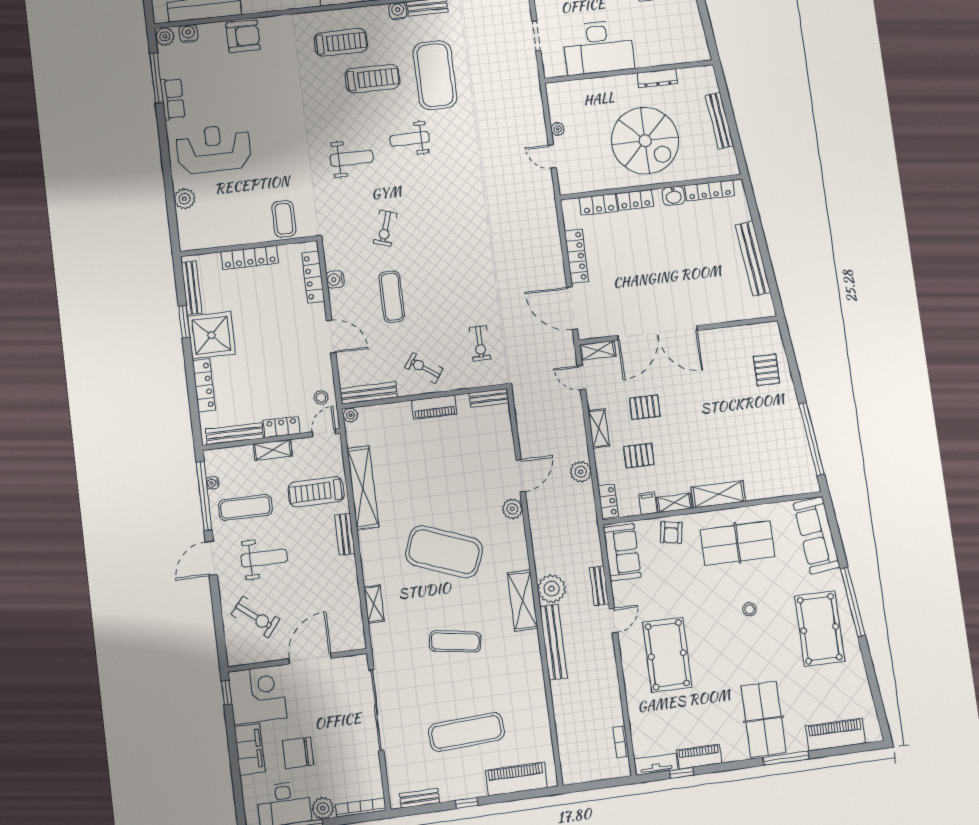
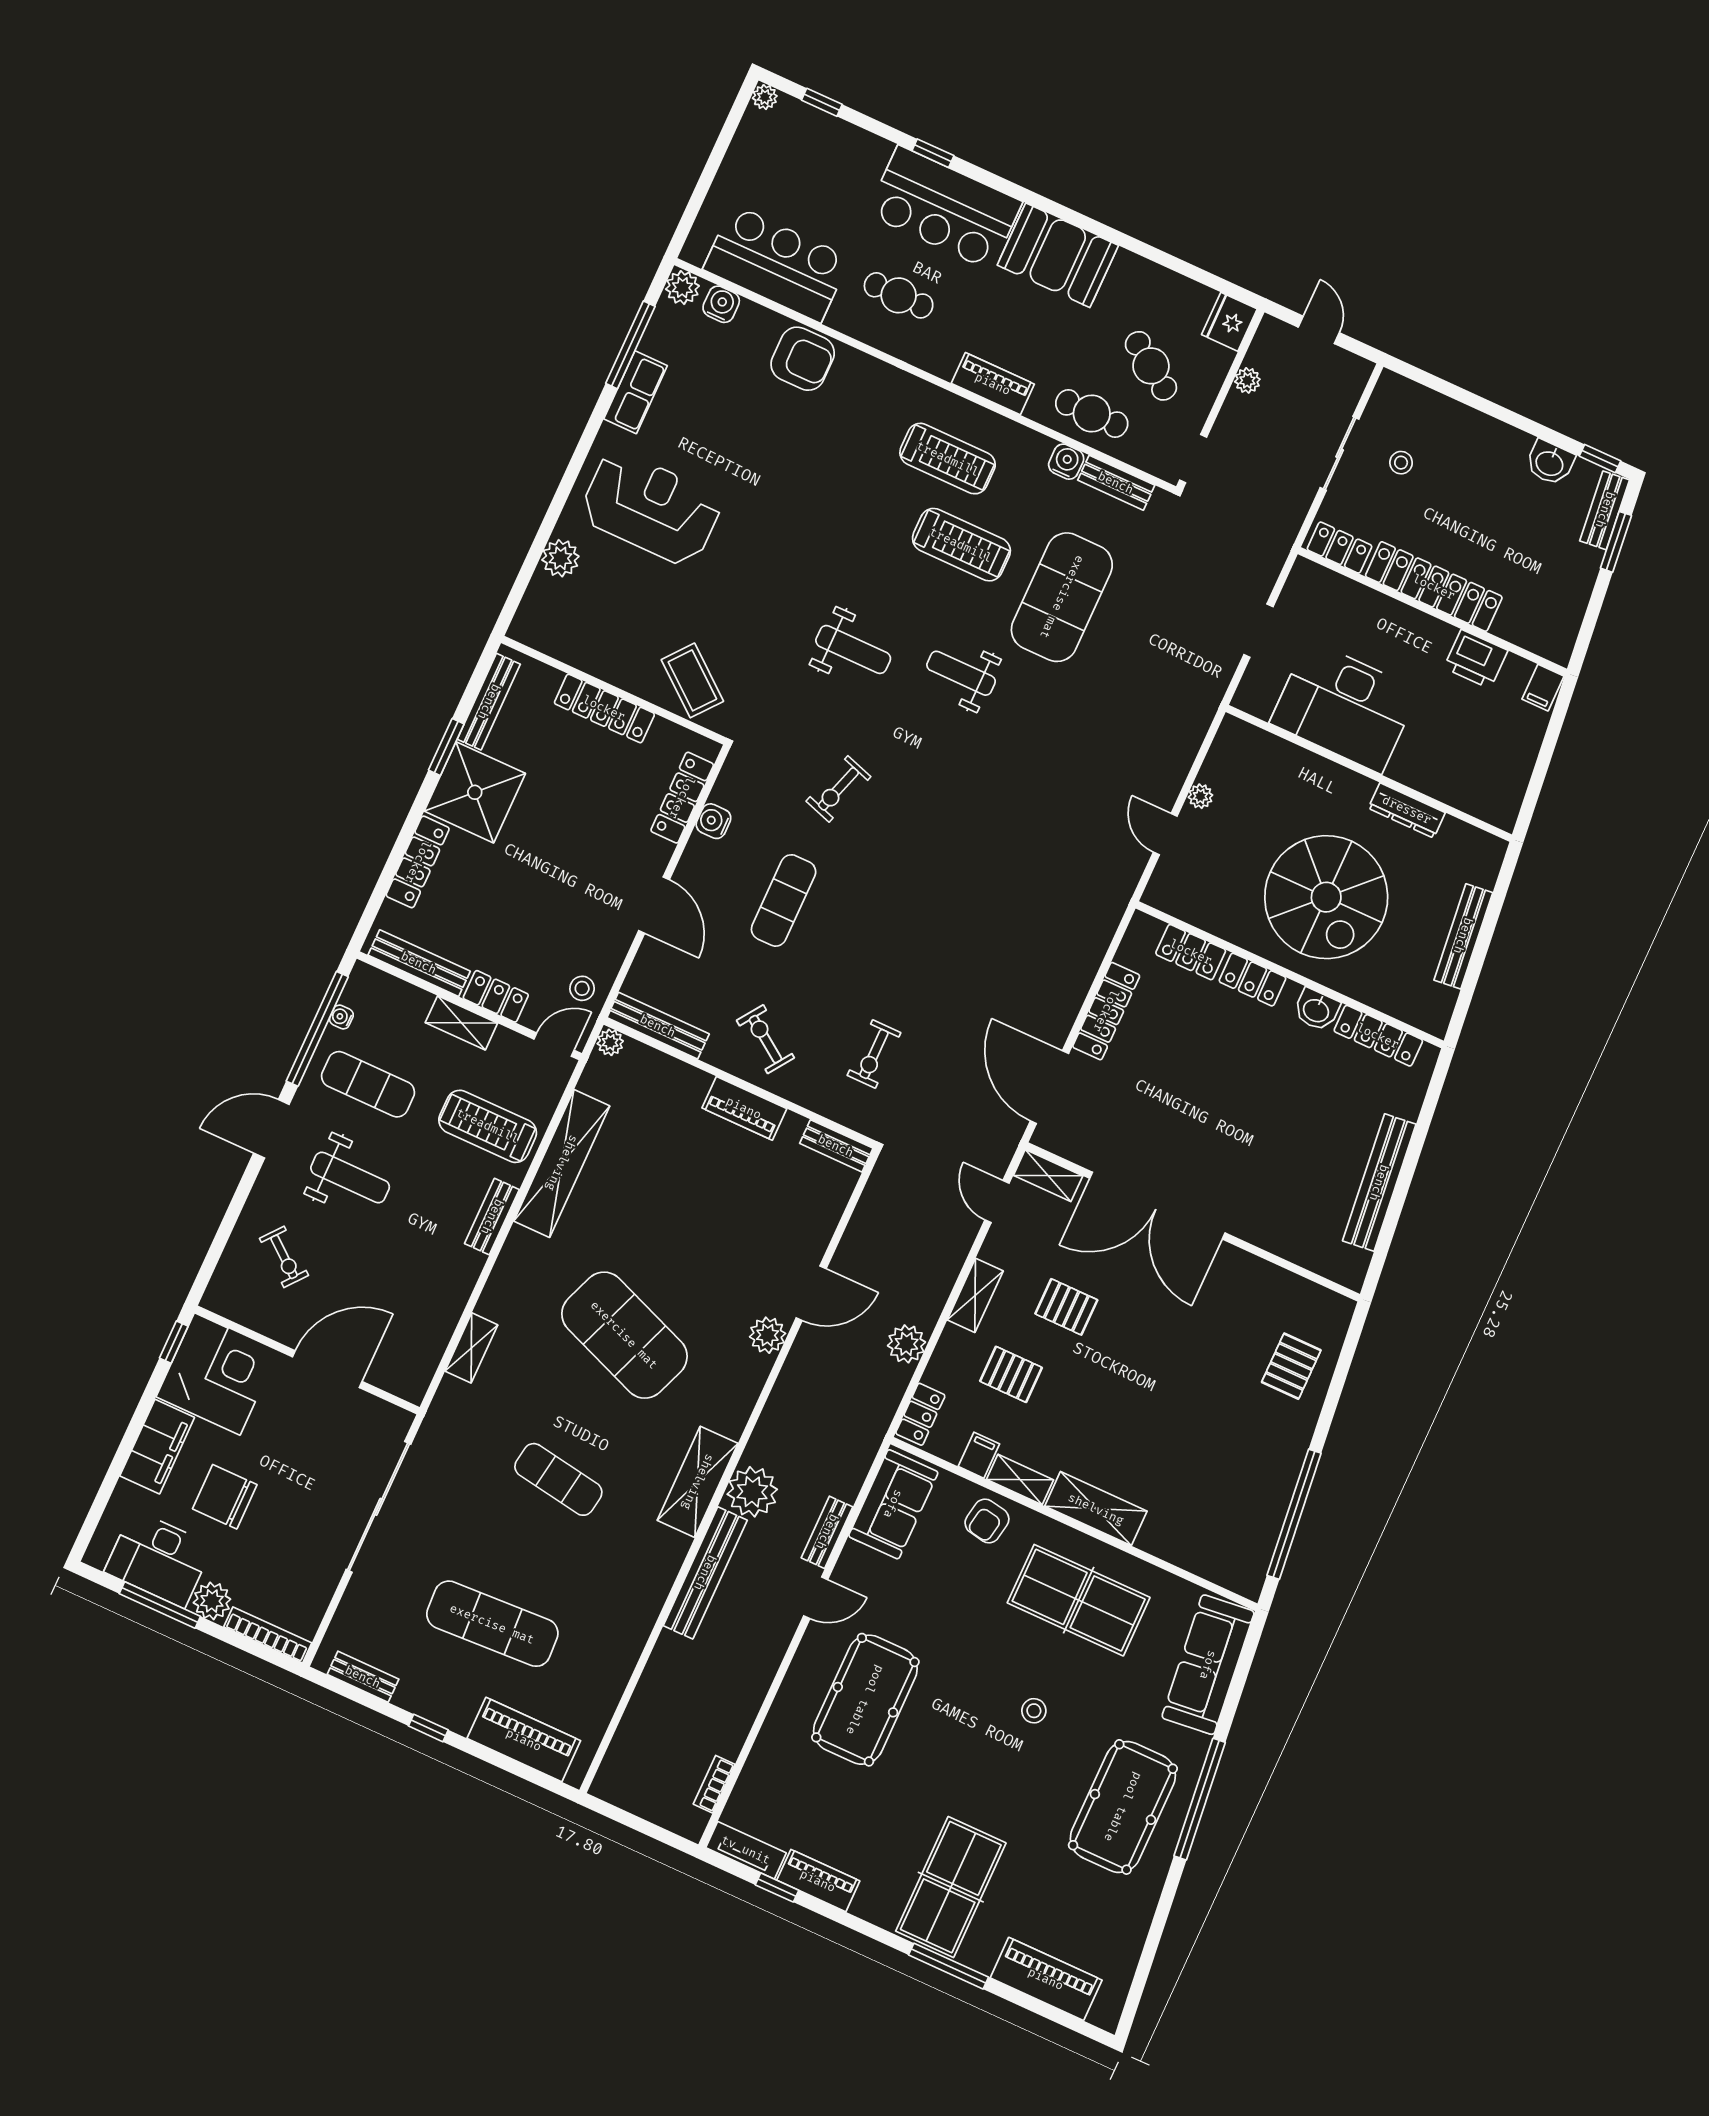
coffee table: (284, 219) -> (692, 680), turned -51
exercise bike: (255, 617) -> (284, 1257), width x0.73, depth x0.72

